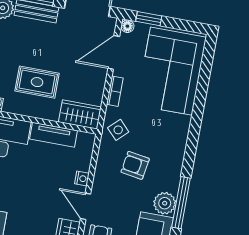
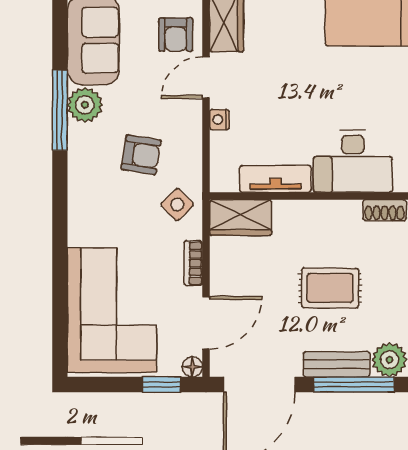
rug: (37, 82) -> (330, 288), moved
door: (85, 206) -> (206, 78), swing flipped

